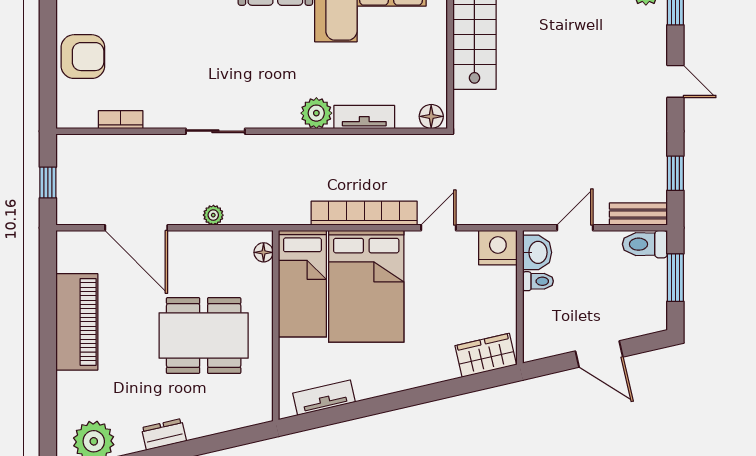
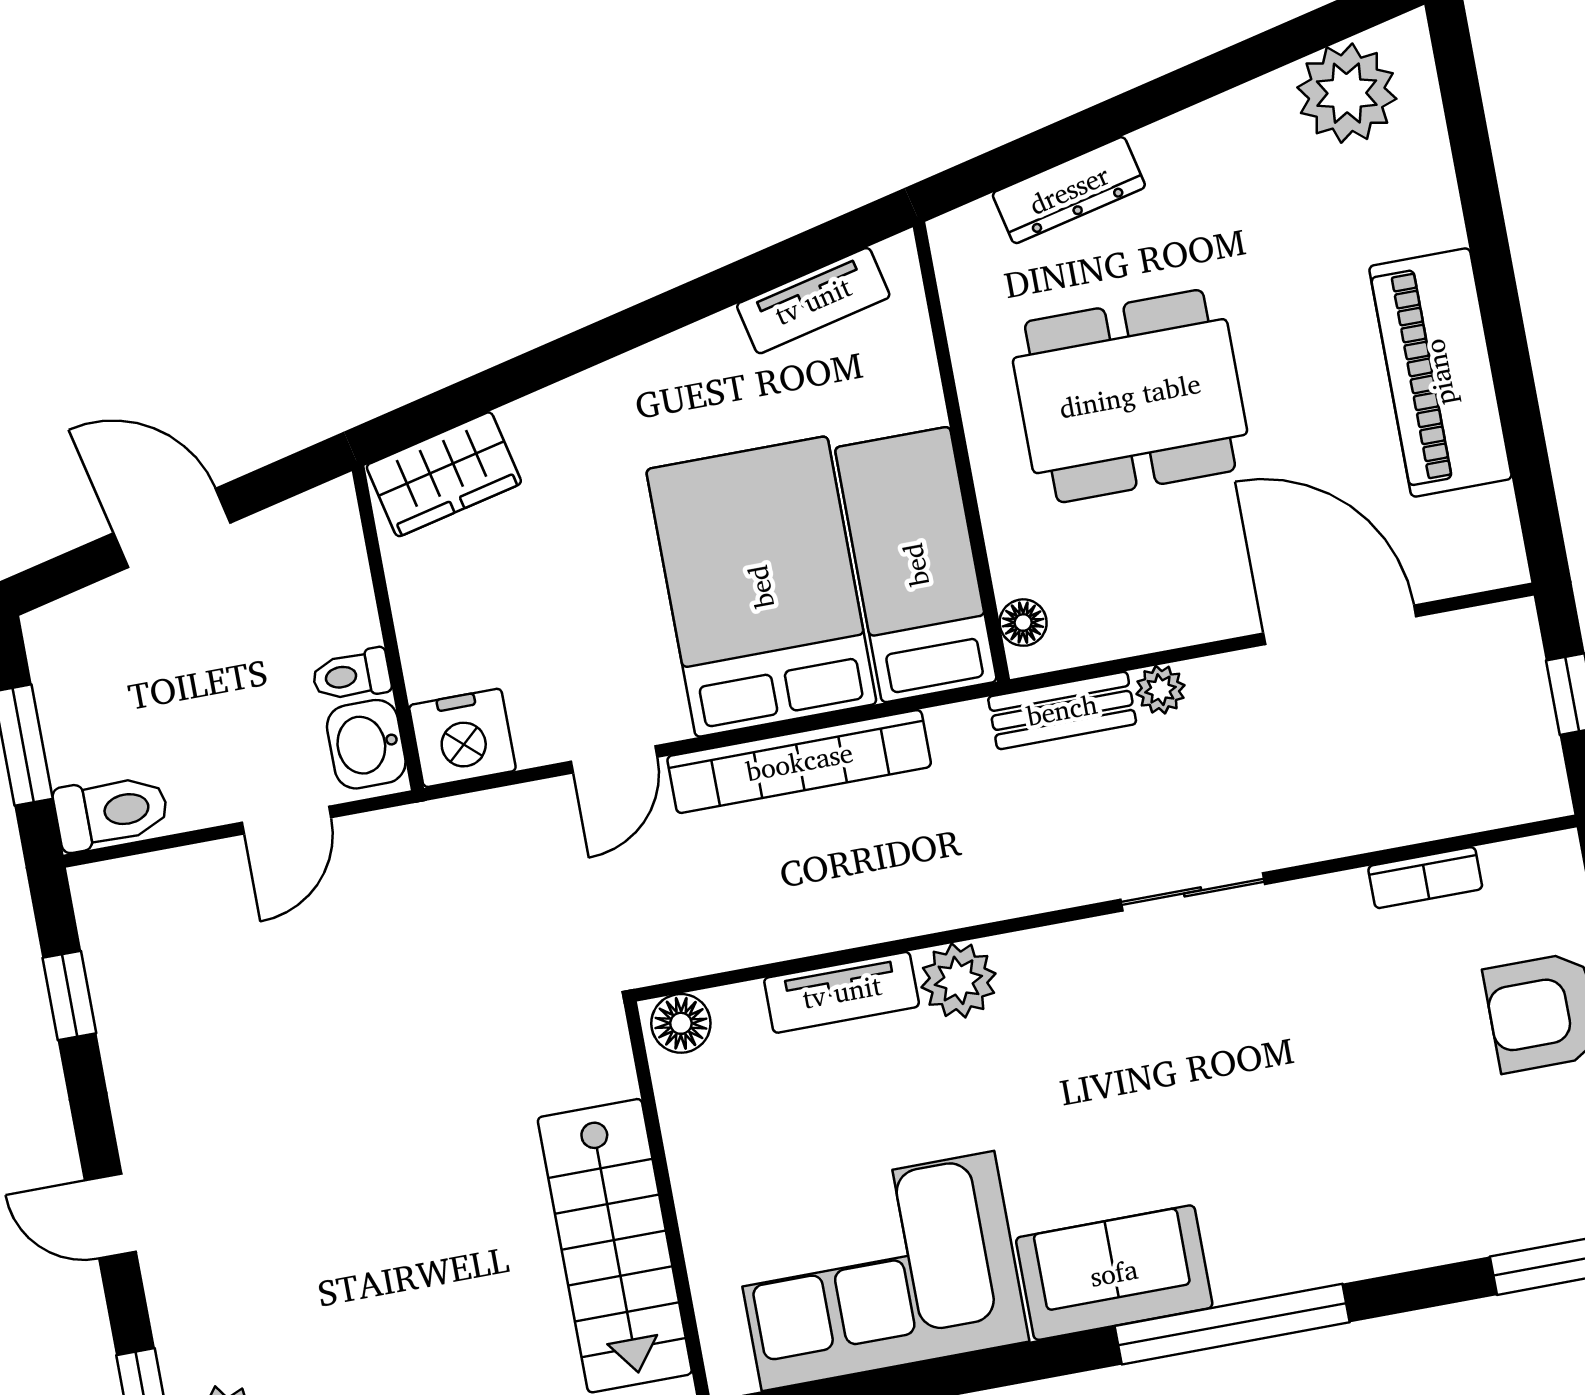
bench: (638, 214) -> (1062, 710), moved
dresser: (164, 434) -> (1069, 190), moved, width x1.44

